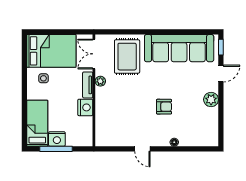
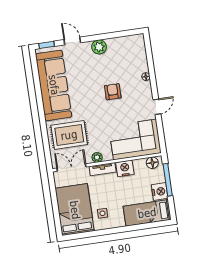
double door: (94, 54) -> (71, 168), swing flipped
corner sofa: (113, 122) -> (135, 140), added
floor lamp: (87, 136) -> (152, 163), added
window: (56, 149) -> (168, 180), moved

